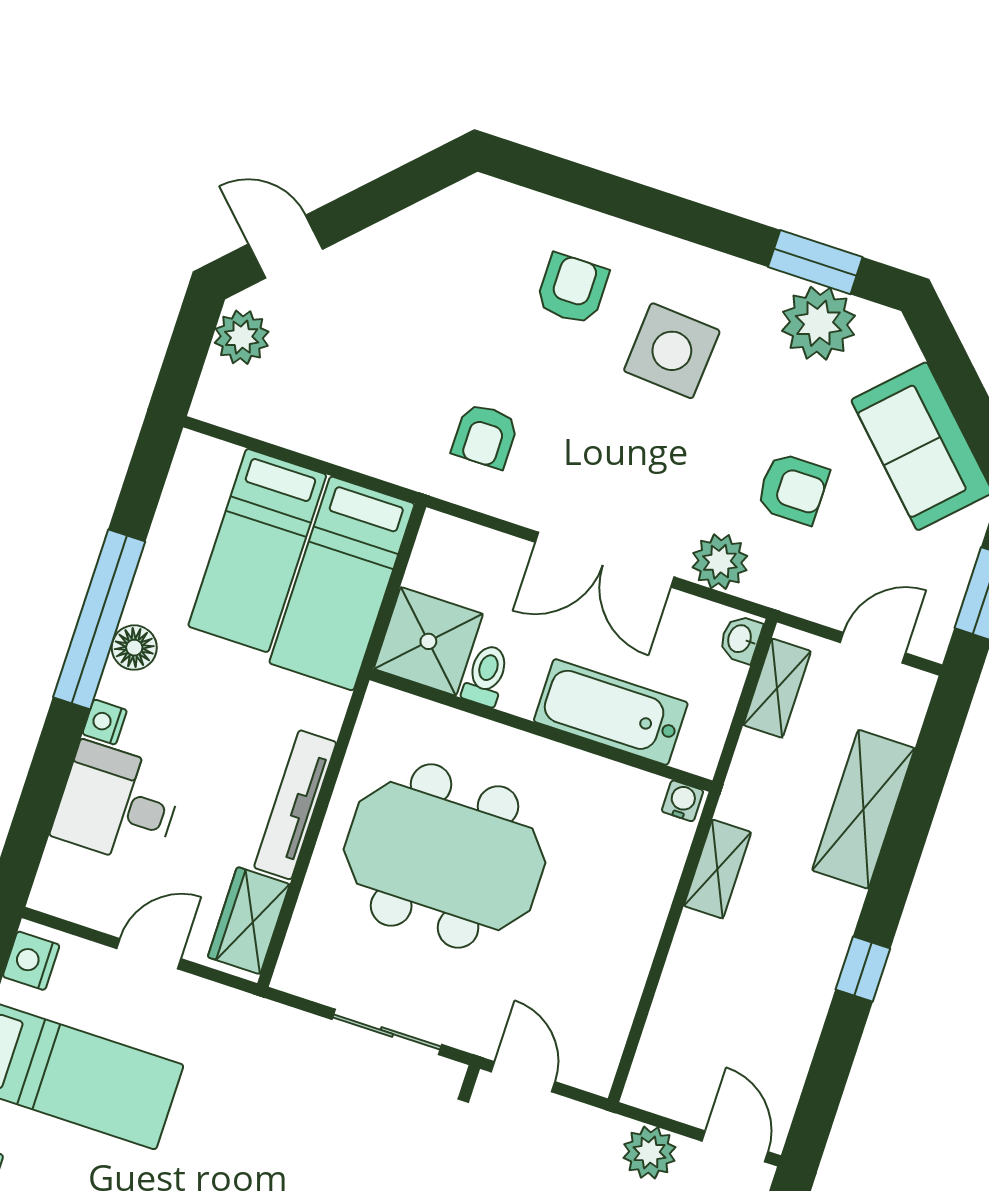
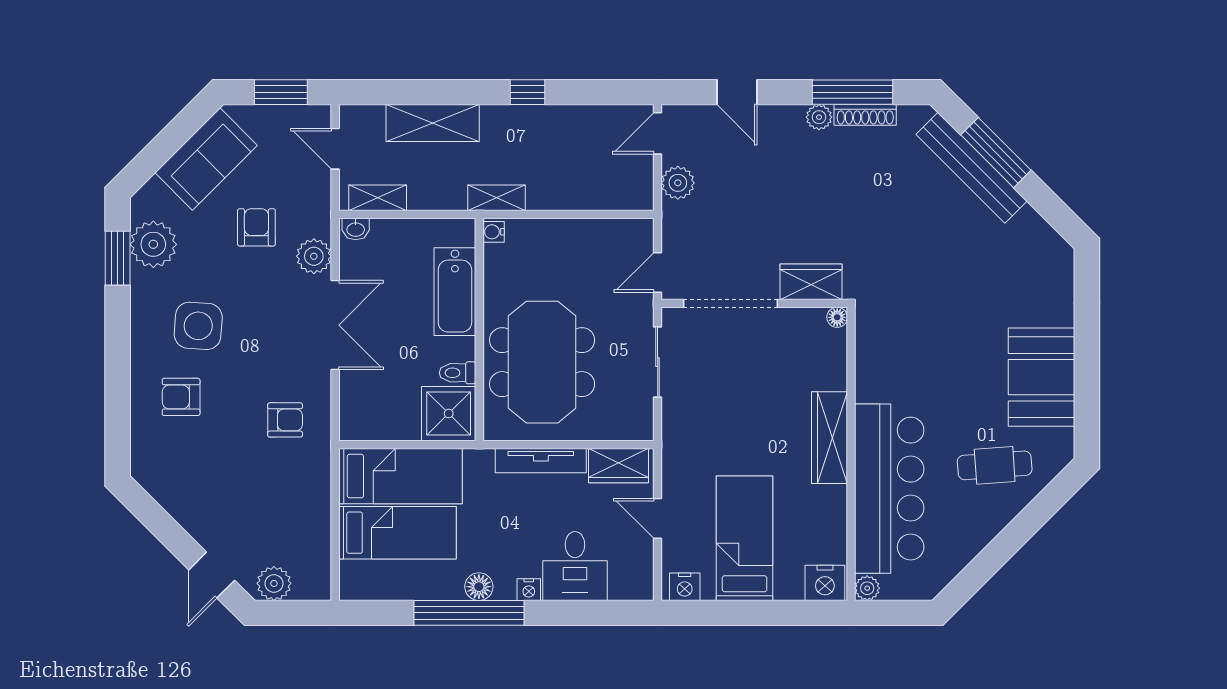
shower: (428, 641) -> (449, 413), moved
toilet: (486, 675) -> (458, 373), moved
bathtub: (611, 712) -> (455, 292), moved
wall: (541, 730) -> (479, 329), moved
water cooler: (682, 801) -> (494, 232), moved

